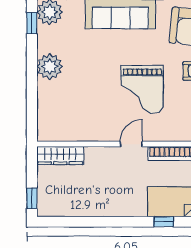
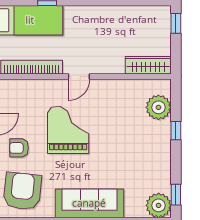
plant: (50, 67) -> (158, 107), moved
window: (32, 89) -> (176, 131), added

